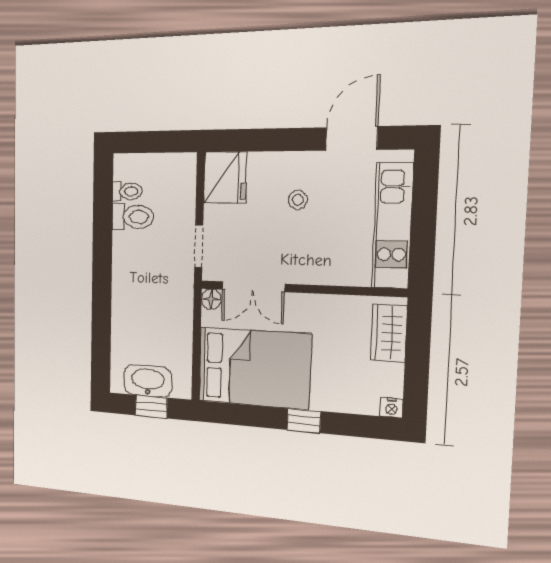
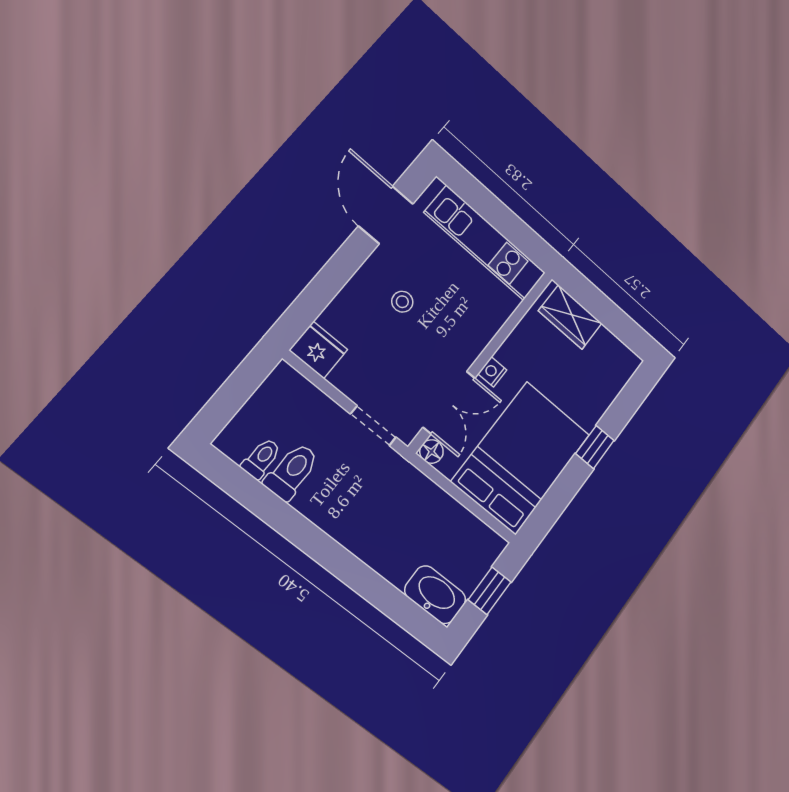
fridge: (225, 178) -> (318, 350), width x0.73, depth x0.75
washbasin: (148, 381) -> (435, 595), moved, turned 90
nightstand: (391, 408) -> (492, 372), moved, turned 180

